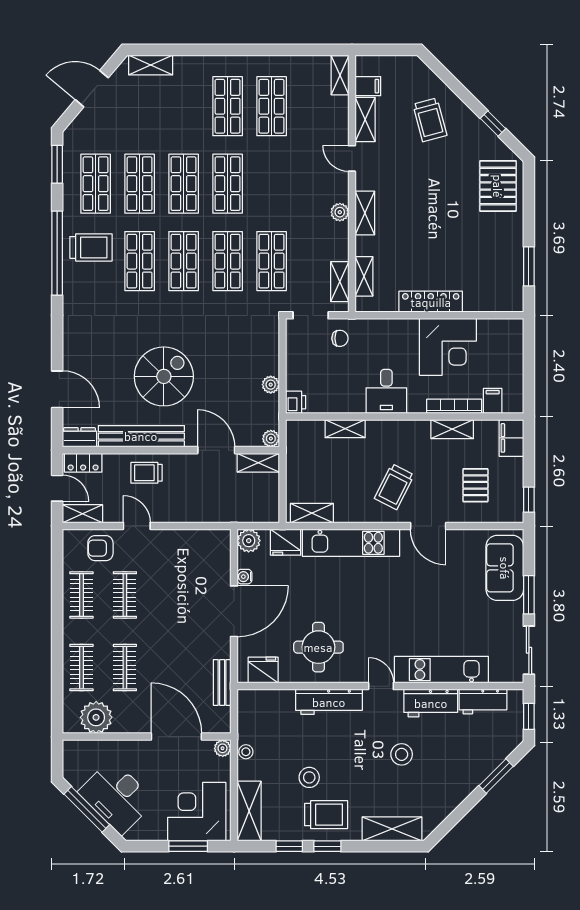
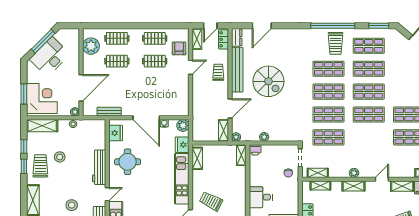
shelving: (345, 429) -> (241, 155), moved
trolley: (326, 815) -> (40, 166), turned 180

